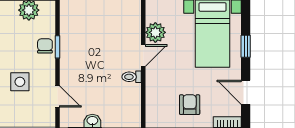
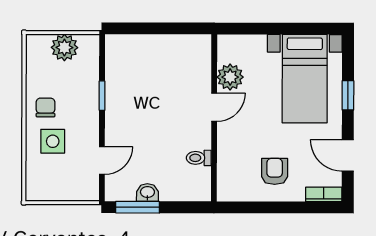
chair: (45, 46) -> (45, 107), moved
toilet: (132, 77) -> (199, 158), moved
door: (58, 96) -> (102, 160), hinge flipped

